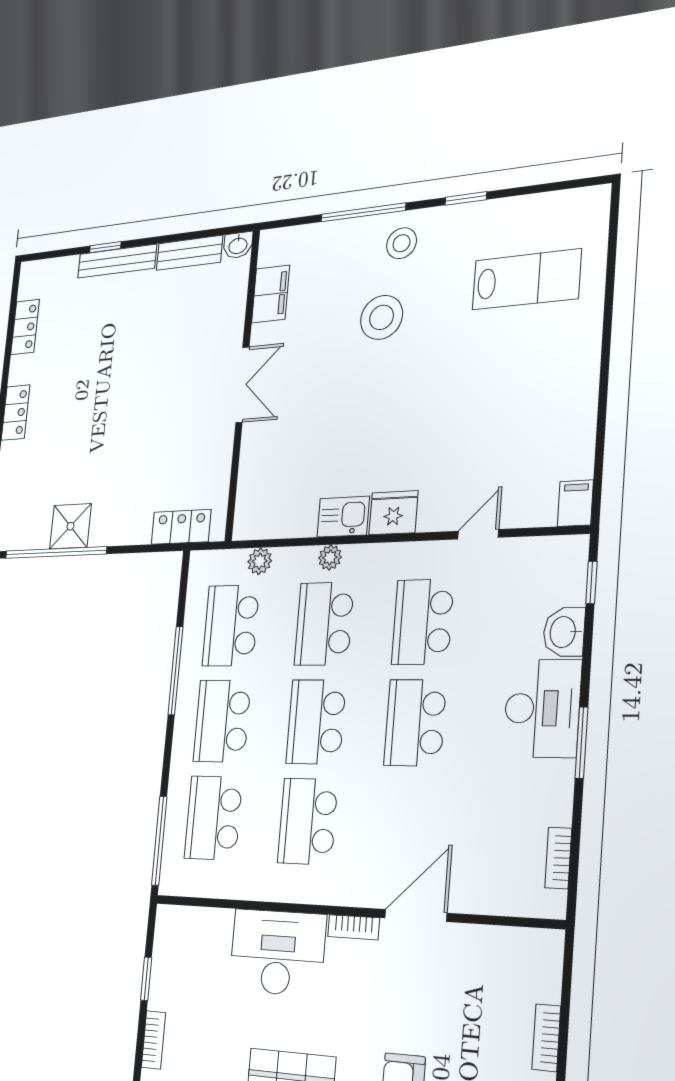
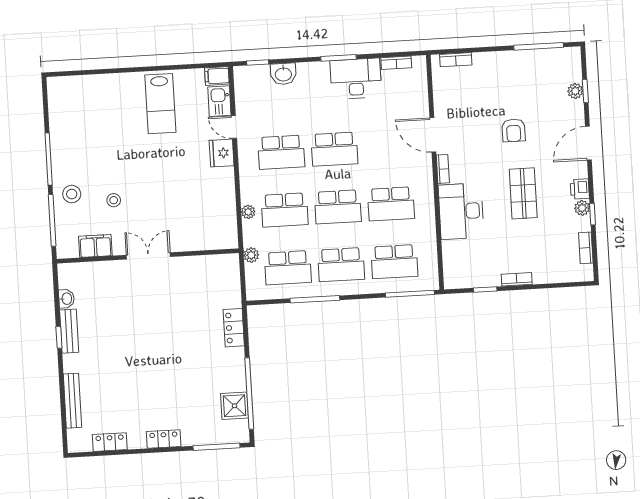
window: (466, 198) -> (49, 159), width x2.17
window: (105, 247) -> (59, 337), moved
bench: (117, 261) -> (72, 401), moved
lab bench: (526, 279) -> (160, 104), moved, turned 180
filing cabinet: (271, 294) -> (95, 246), moved
stool: (382, 317) -> (114, 200), width x0.53, depth x0.53
wall: (243, 384) -> (148, 256), moved
double door: (242, 385) -> (148, 256), moved
fridge: (393, 513) -> (222, 153), moved
kitchen sink: (343, 517) -> (219, 101), moved
shower: (70, 526) -> (235, 406), moved
locker: (181, 527) -> (234, 328), moved
desk: (542, 708) -> (356, 79), moved
bookcase: (546, 1038) -> (456, 60), moved

